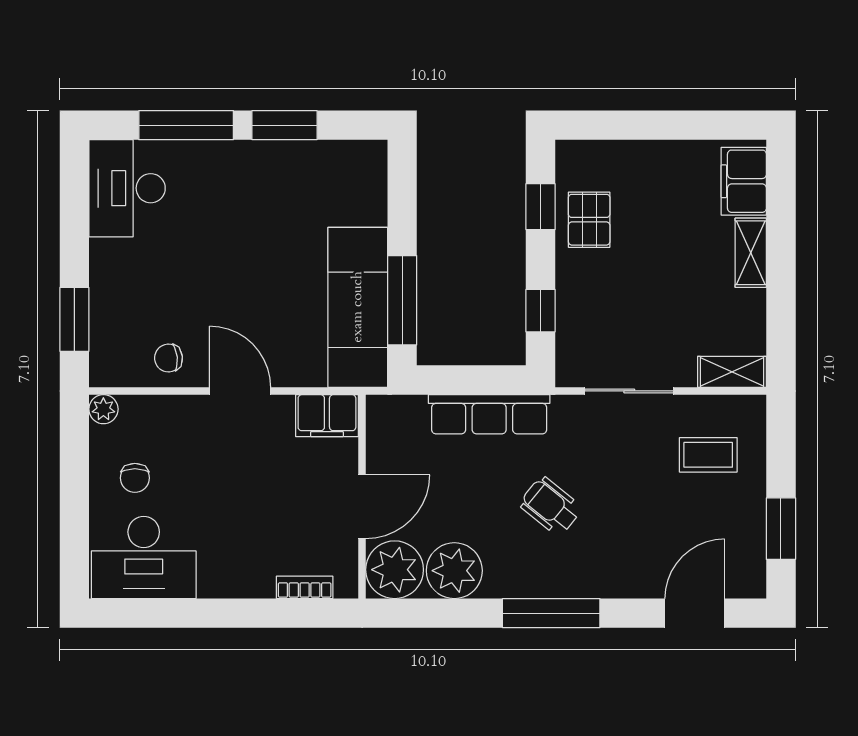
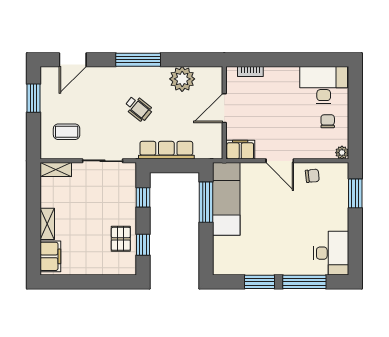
plant: (395, 570) -> (209, 79), removed

